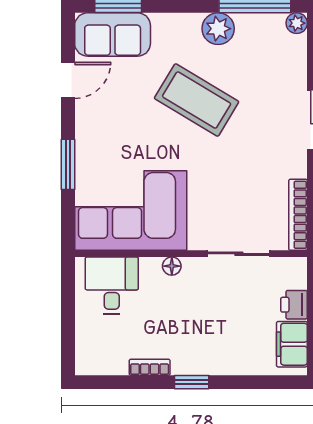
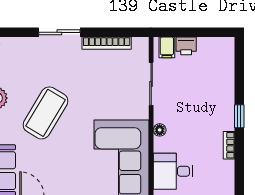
bookcase: (298, 215) -> (107, 43), moved
filing cabinet: (292, 344) -> (167, 47), moved, width x0.50

